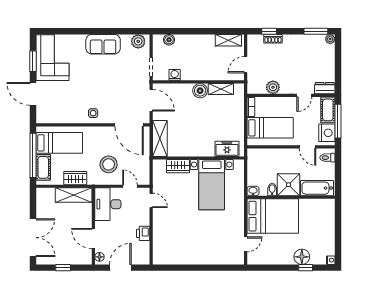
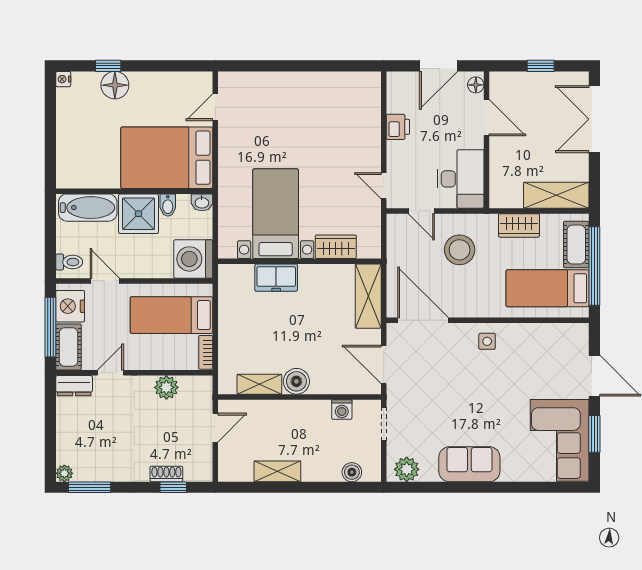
shelving: (228, 40) -> (277, 471), moved
freezer: (227, 149) -> (276, 278), moved
washing machine: (258, 159) -> (193, 259), added
shelving: (74, 195) -> (556, 195), moved

